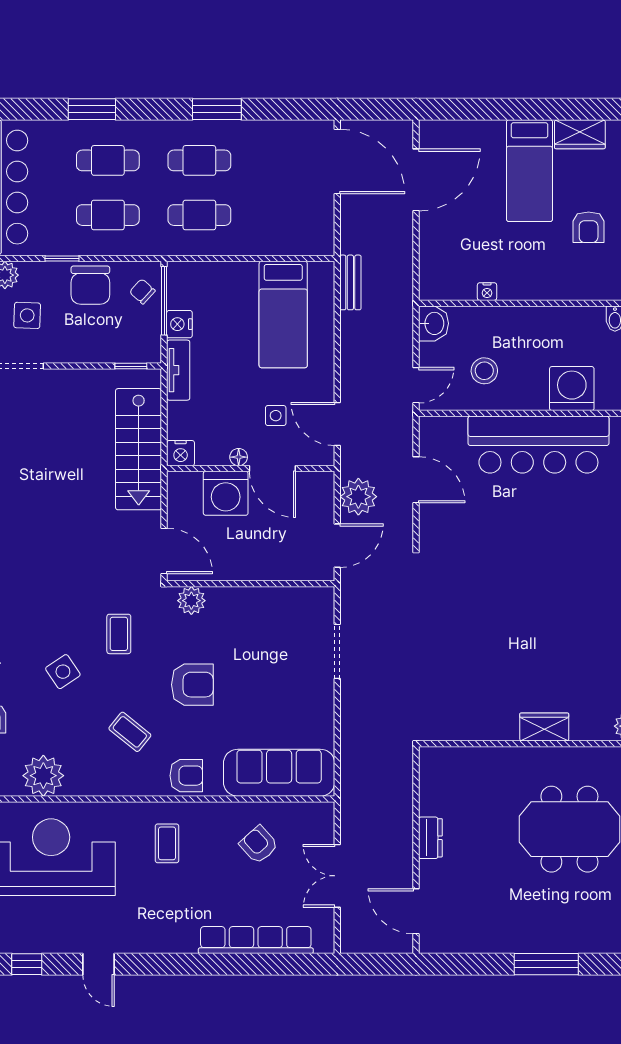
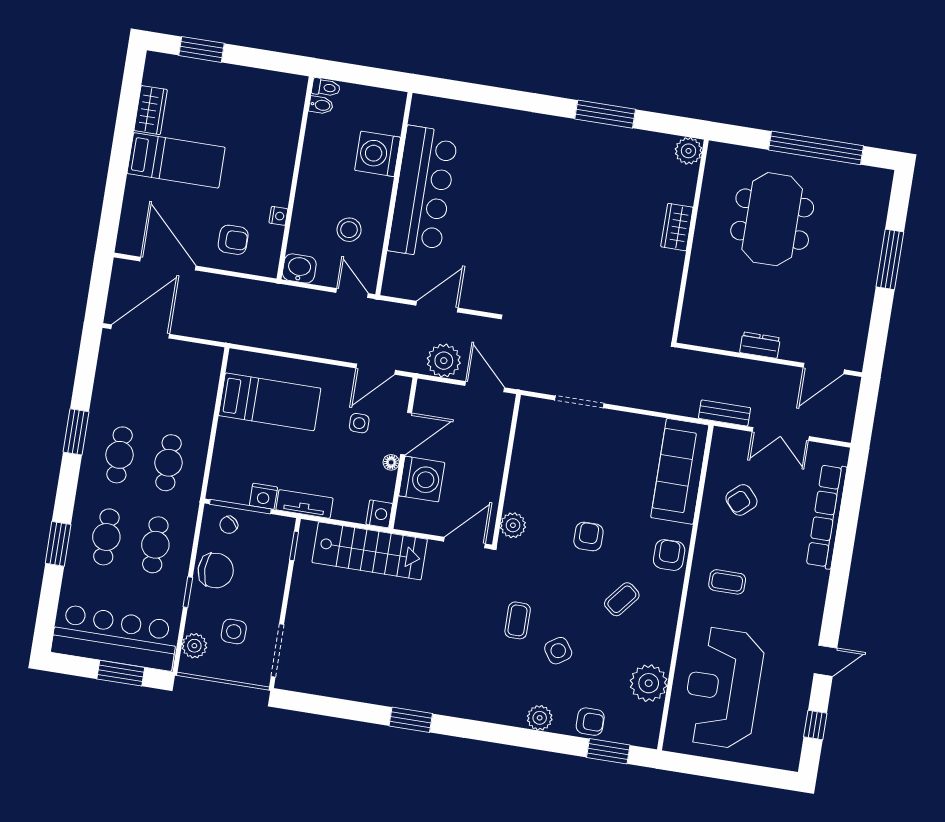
armchair: (589, 227) -> (233, 240), moved
bench: (350, 282) -> (725, 413), moved
coffee table: (119, 634) -> (518, 620), moved, turned 90
armchair: (192, 685) -> (588, 536), width x0.72, depth x0.72

